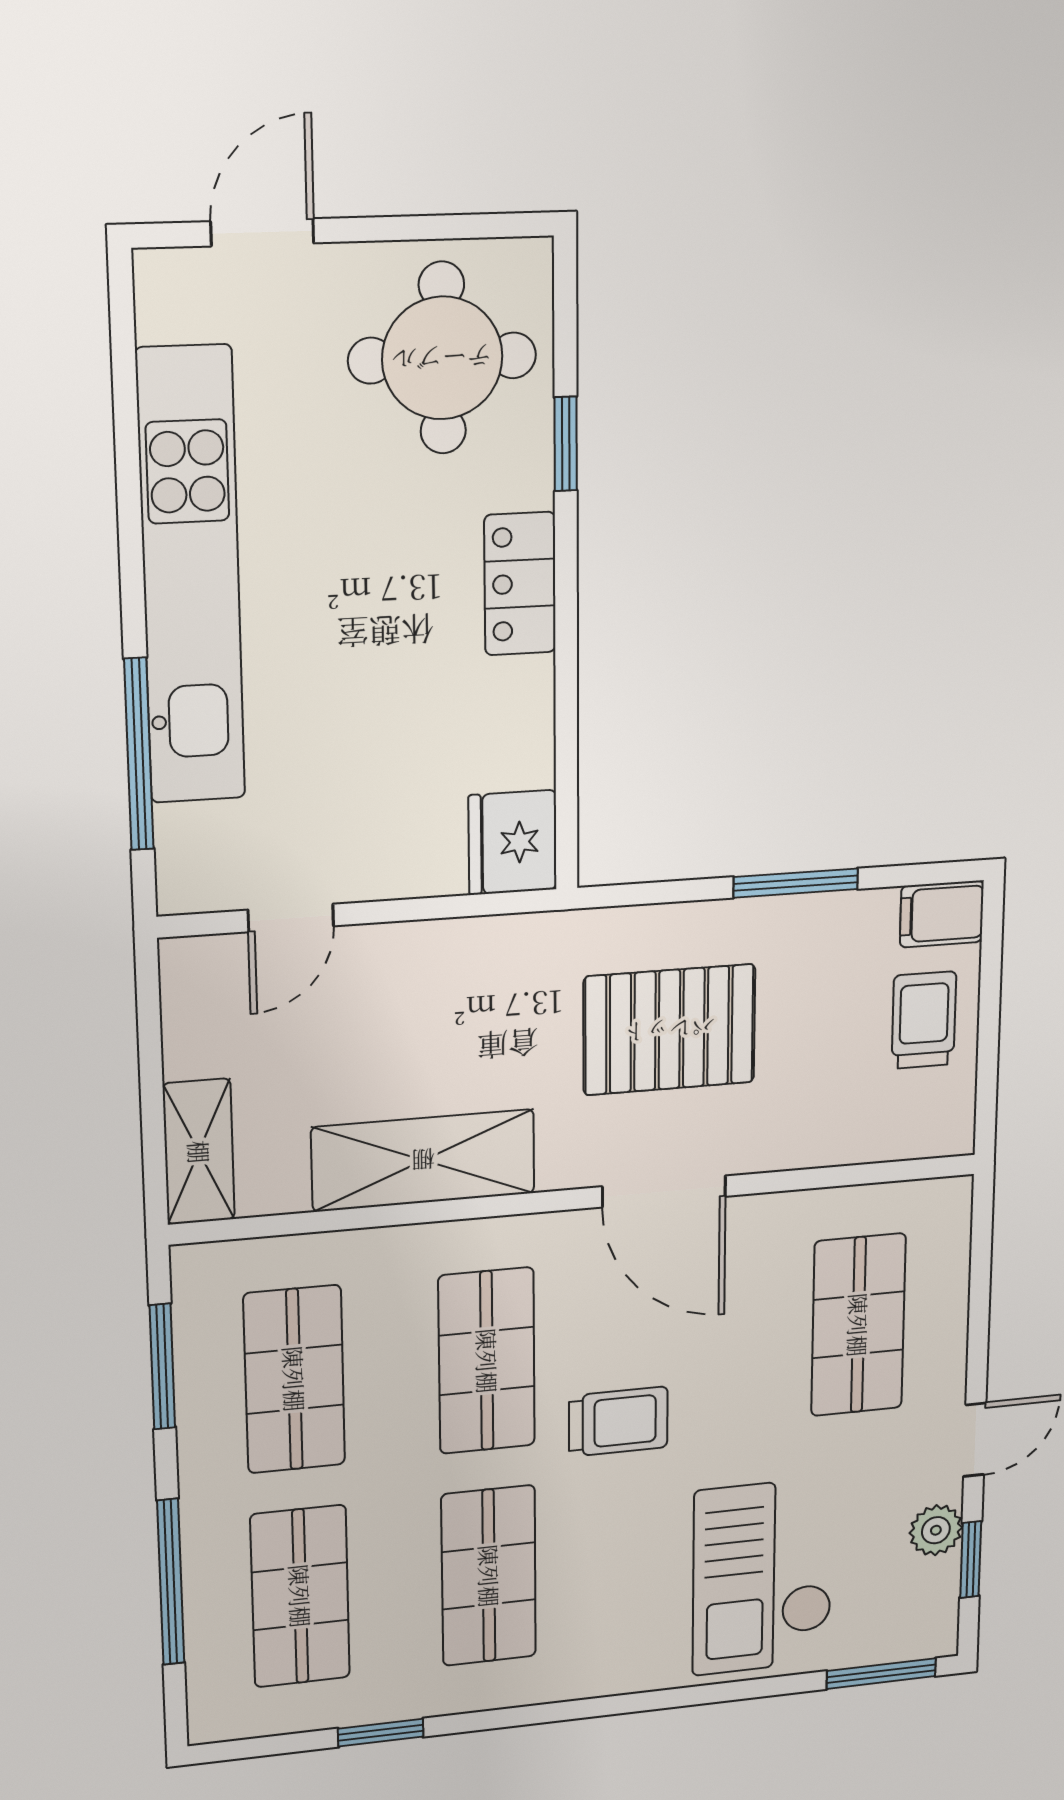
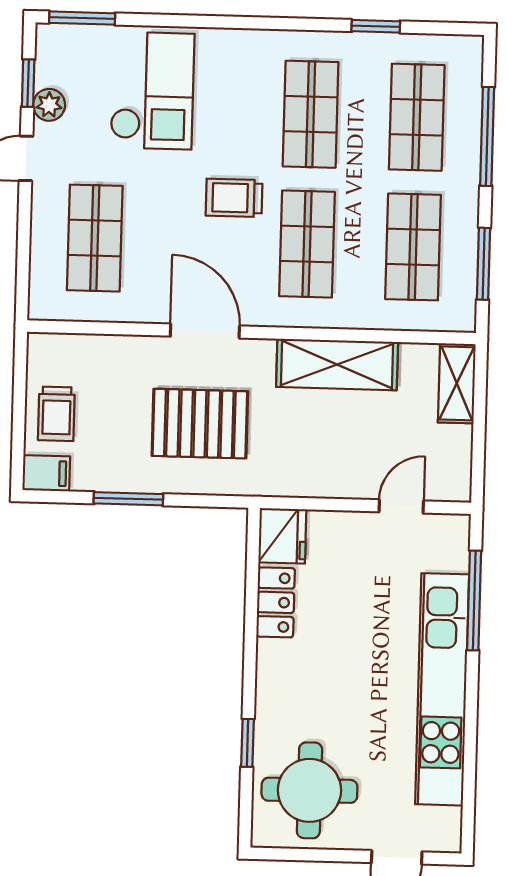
locker: (520, 584) -> (276, 602), moved

